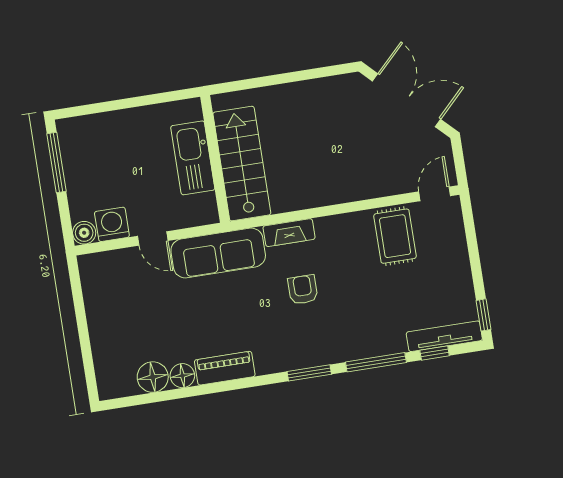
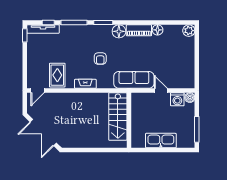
kitchen sink: (193, 158) -> (161, 141), moved, turned -90
fireplace: (289, 233) -> (85, 84), moved
floor lamp: (153, 377) -> (119, 31), moved
plant: (111, 385) -> (189, 31), added

